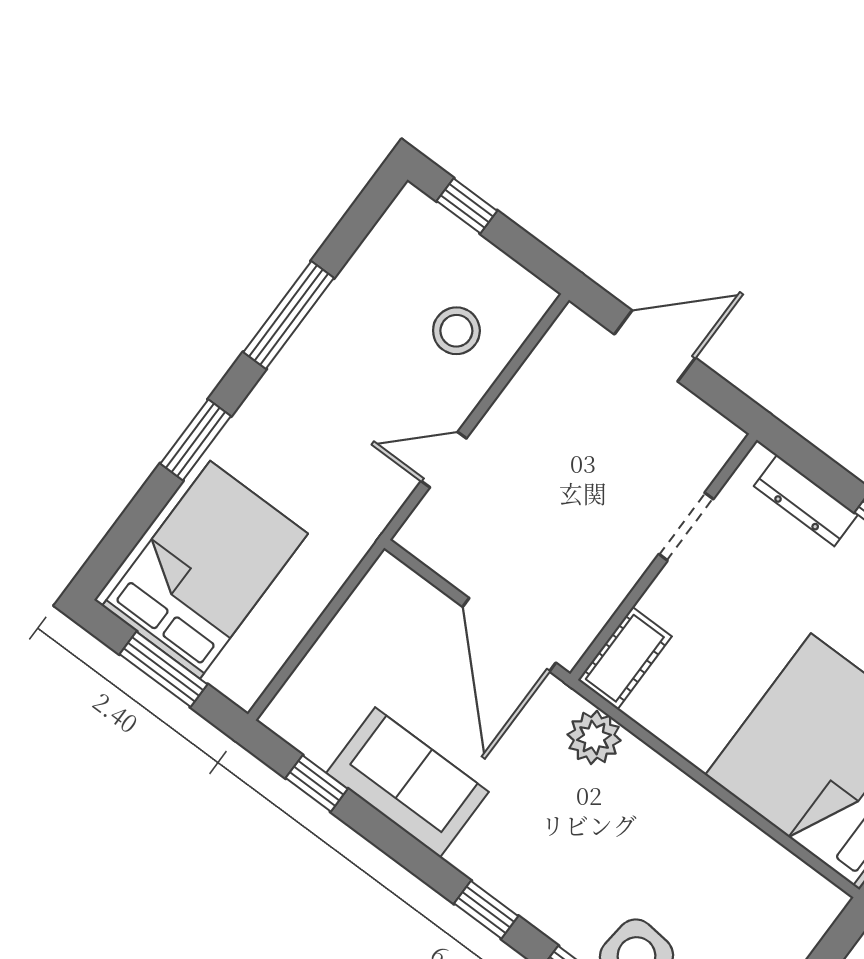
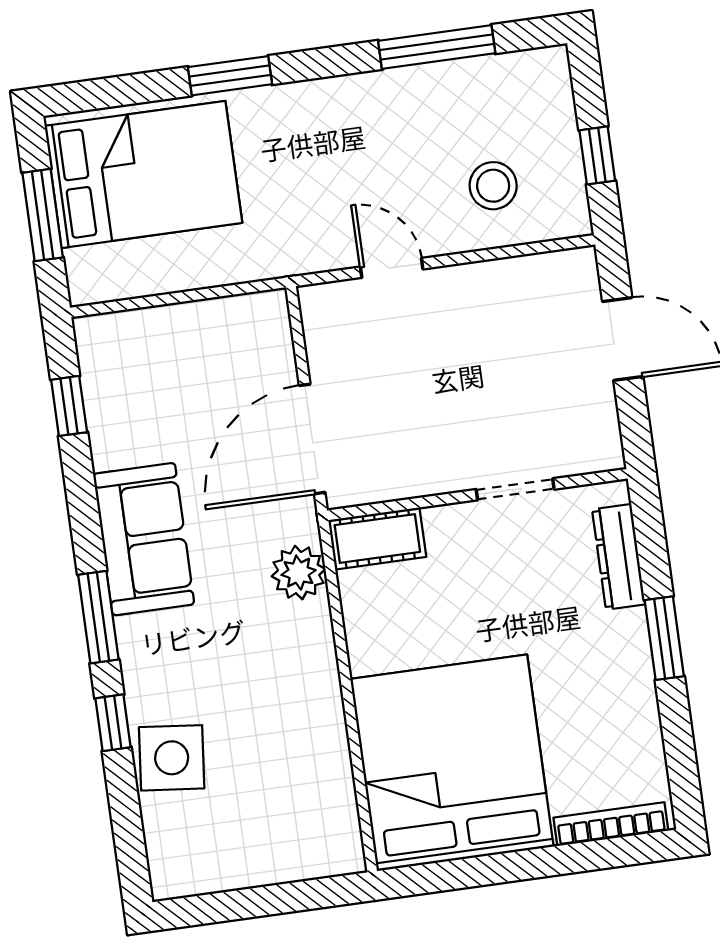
window: (467, 206) -> (597, 155), moved
window: (289, 315) -> (437, 47), moved
sofa: (407, 782) -> (144, 539), moved
window: (486, 910) -> (98, 617), width x1.50

